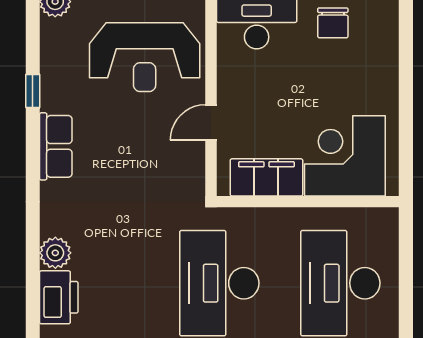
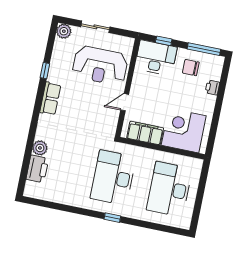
chair: (333, 23) -> (191, 68), turned 90
printer: (386, 55) -> (212, 88), added

